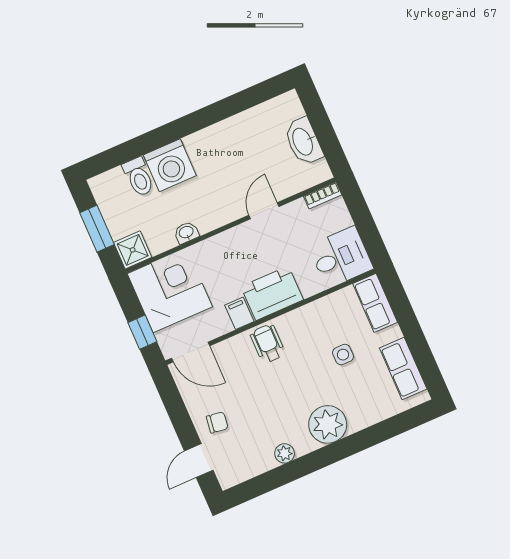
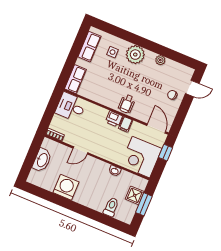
washing machine: (170, 165) -> (66, 187), moved
shower: (133, 250) -> (135, 195), moved
printer: (272, 293) -> (114, 119), width x0.53, depth x0.68
side table: (343, 355) -> (113, 52), moved

